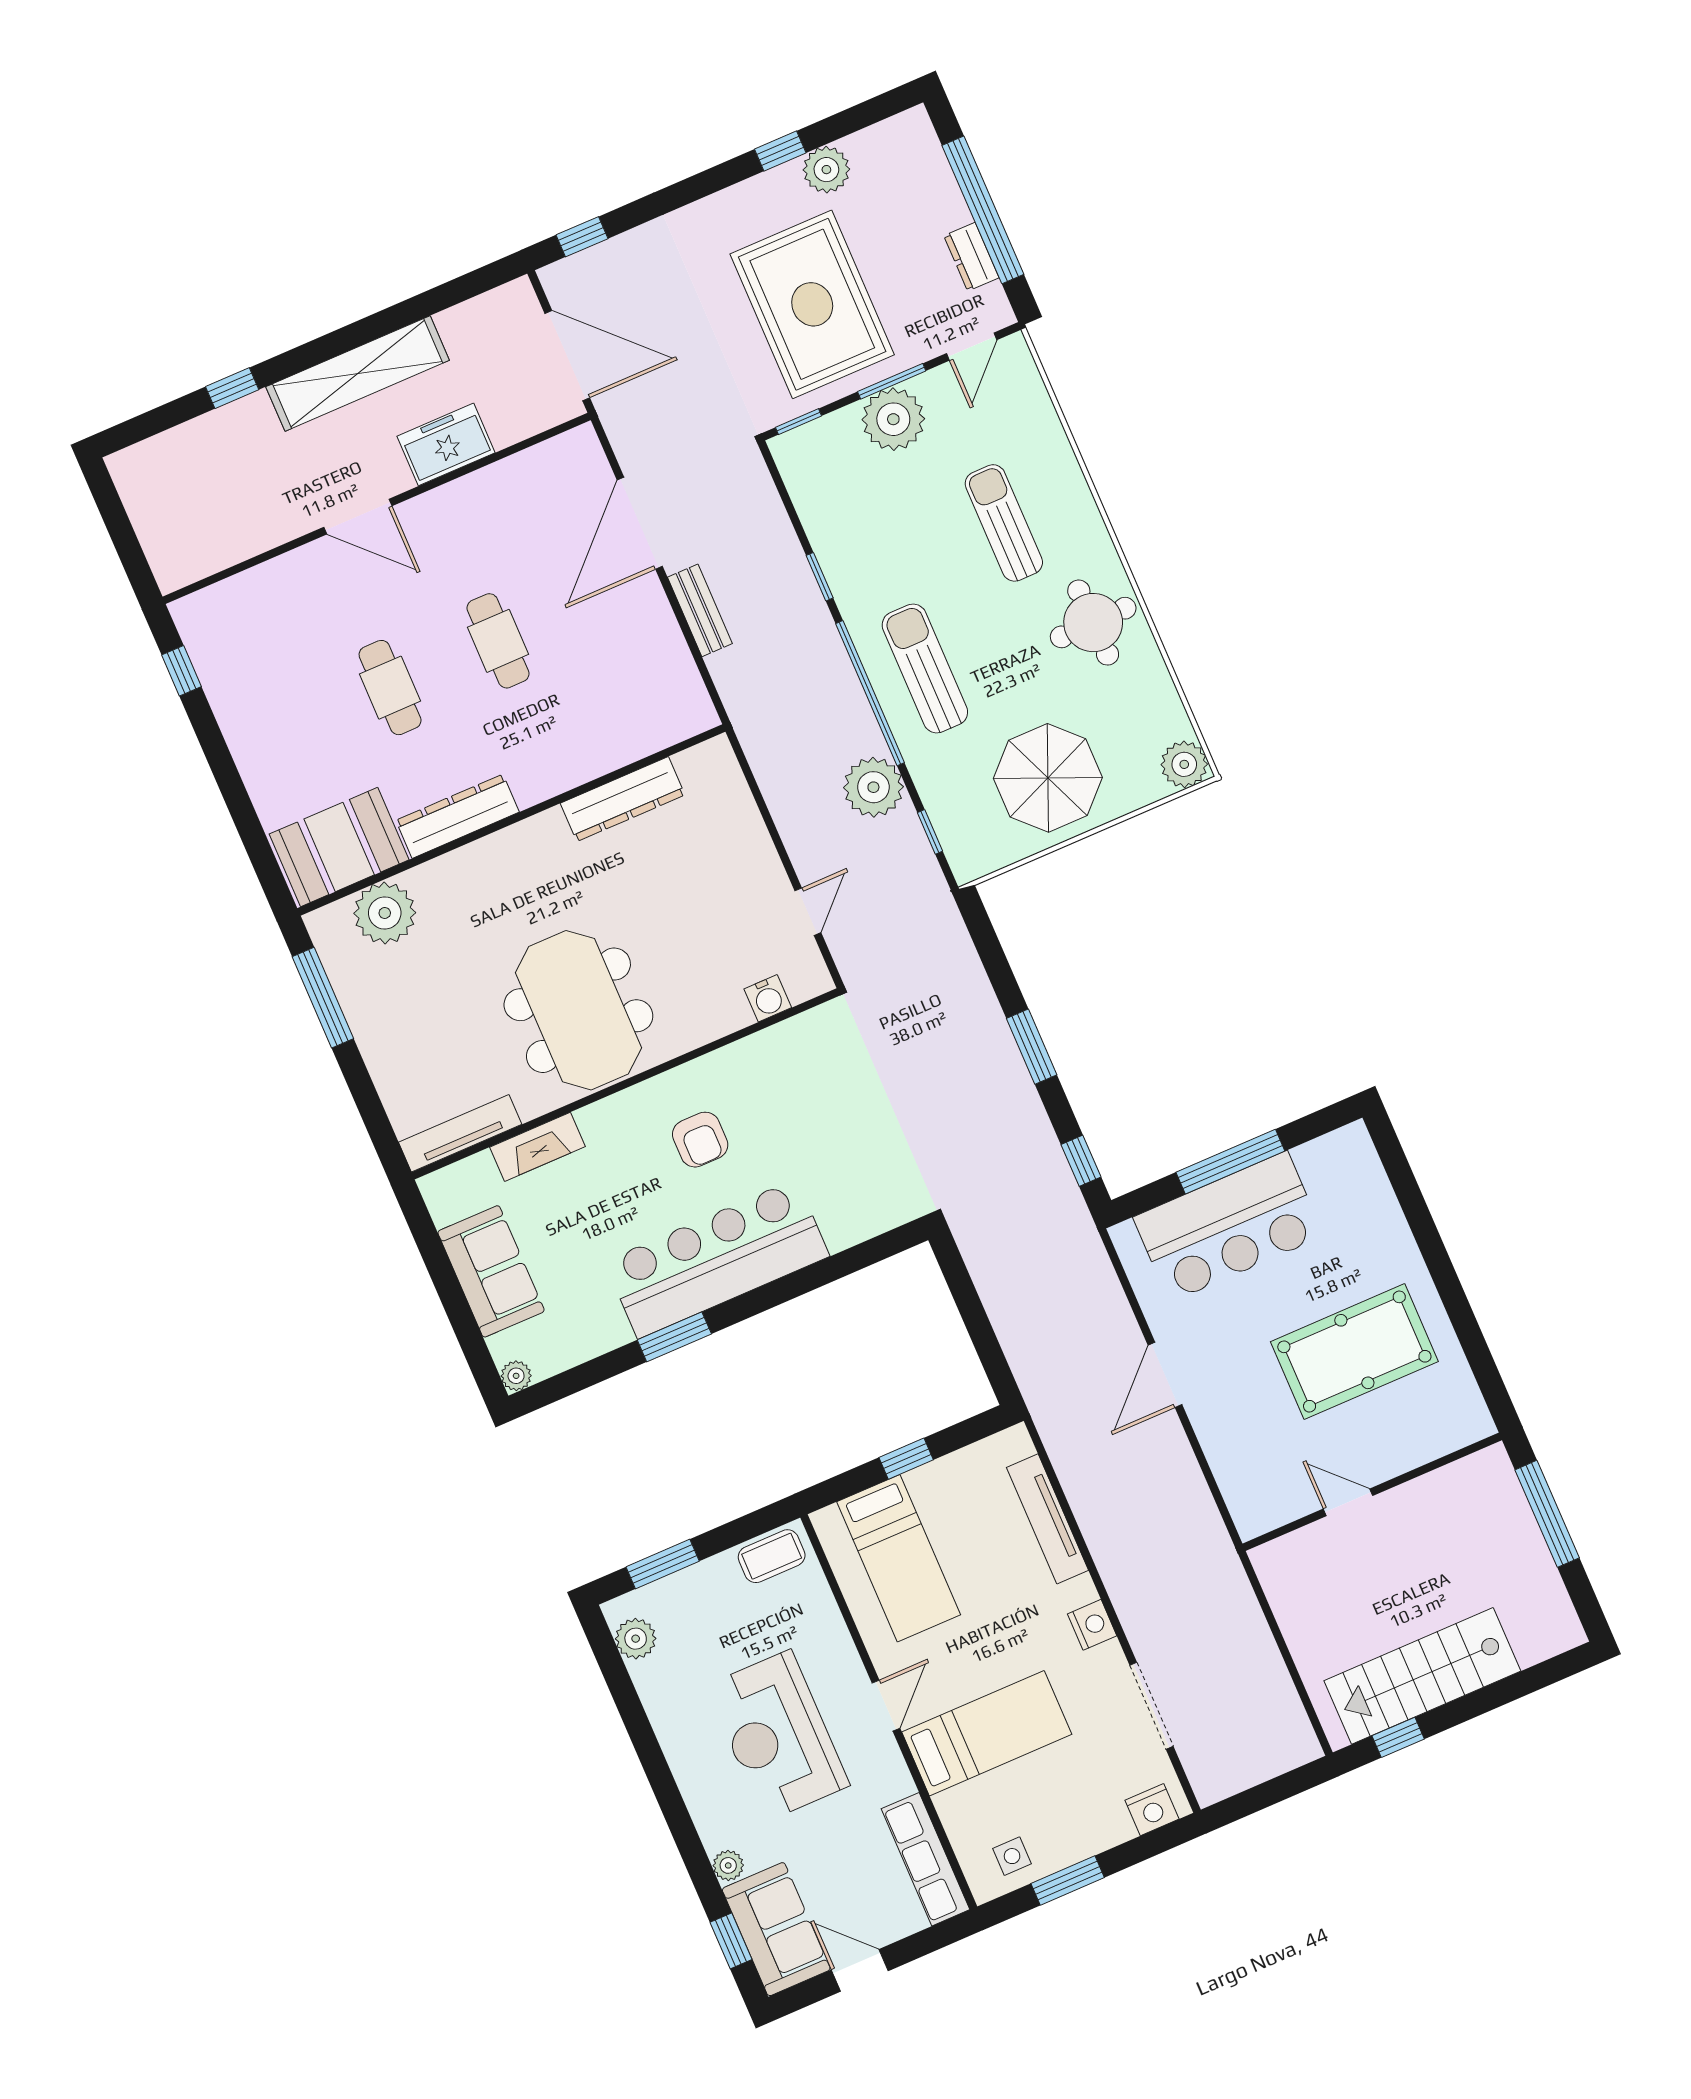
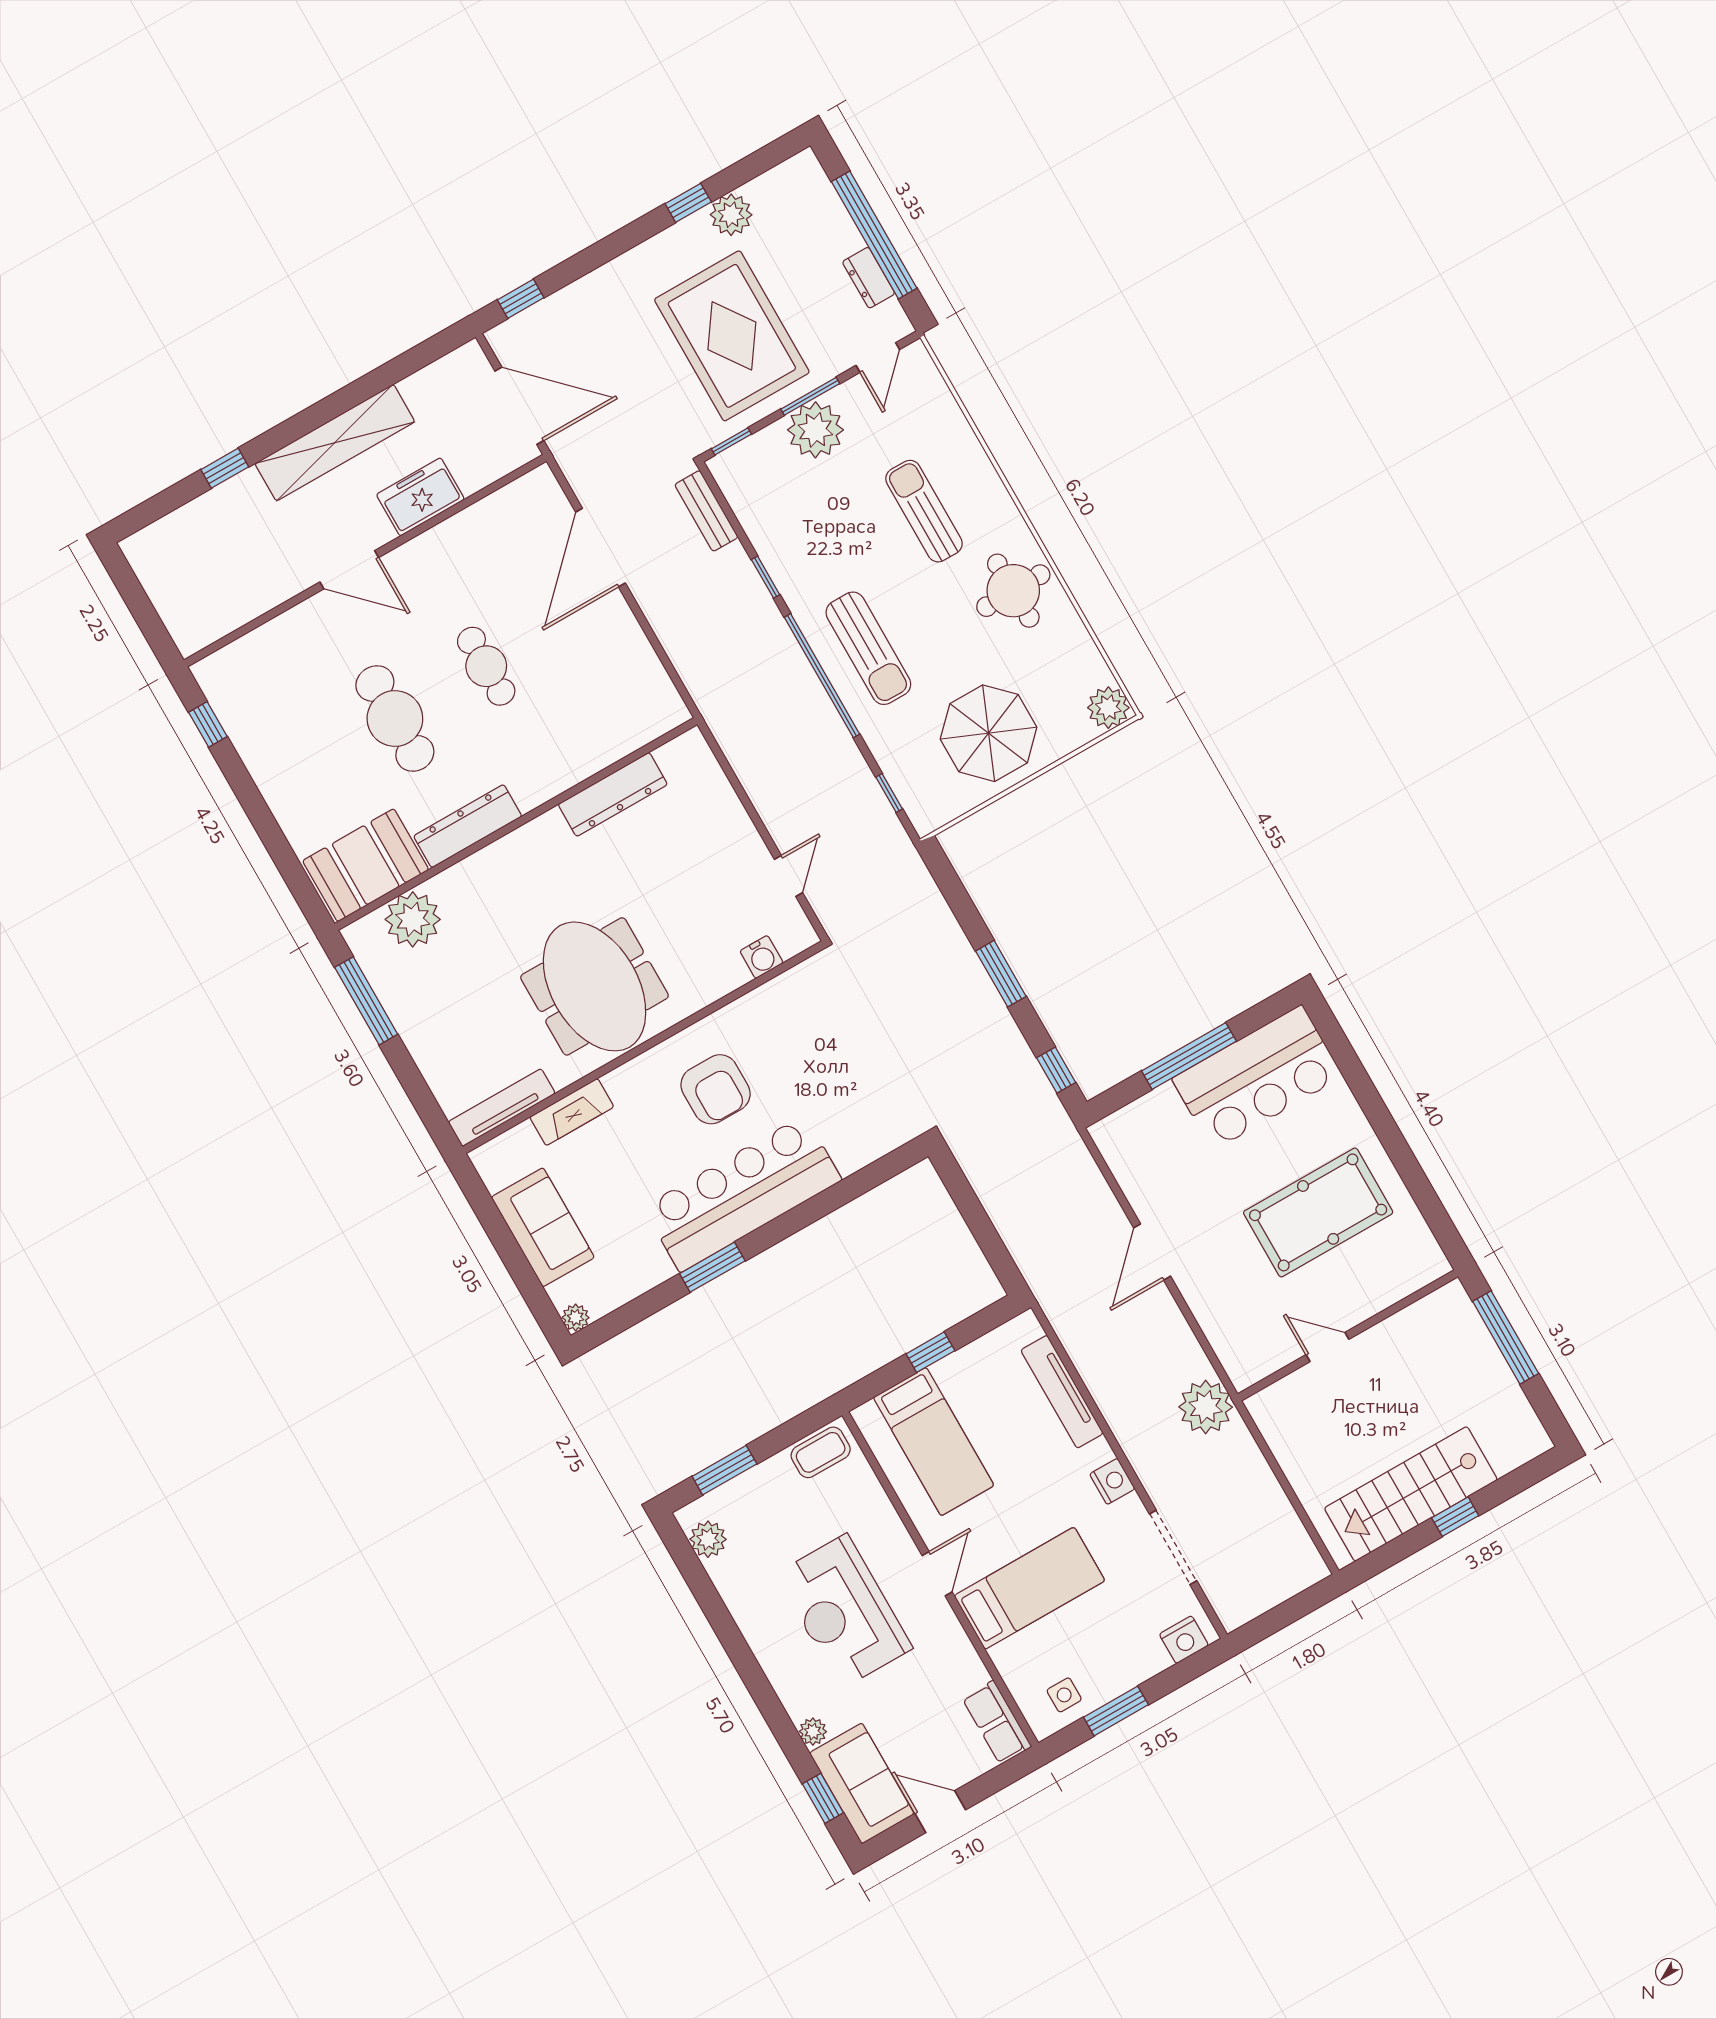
bench: (700, 610) -> (706, 511), moved
sun lounger: (925, 668) -> (868, 648), turned 180
cafe table: (390, 688) -> (395, 718), width x1.37, depth x1.35
plant: (873, 787) -> (1206, 1407), moved
armchair: (700, 1140) -> (716, 1089), width x1.38, depth x1.38
bar counter: (1228, 1227) -> (1257, 1078), moved
window: (1398, 1737) -> (1455, 1517), moved
row of seats: (926, 1859) -> (997, 1722), width x0.68

